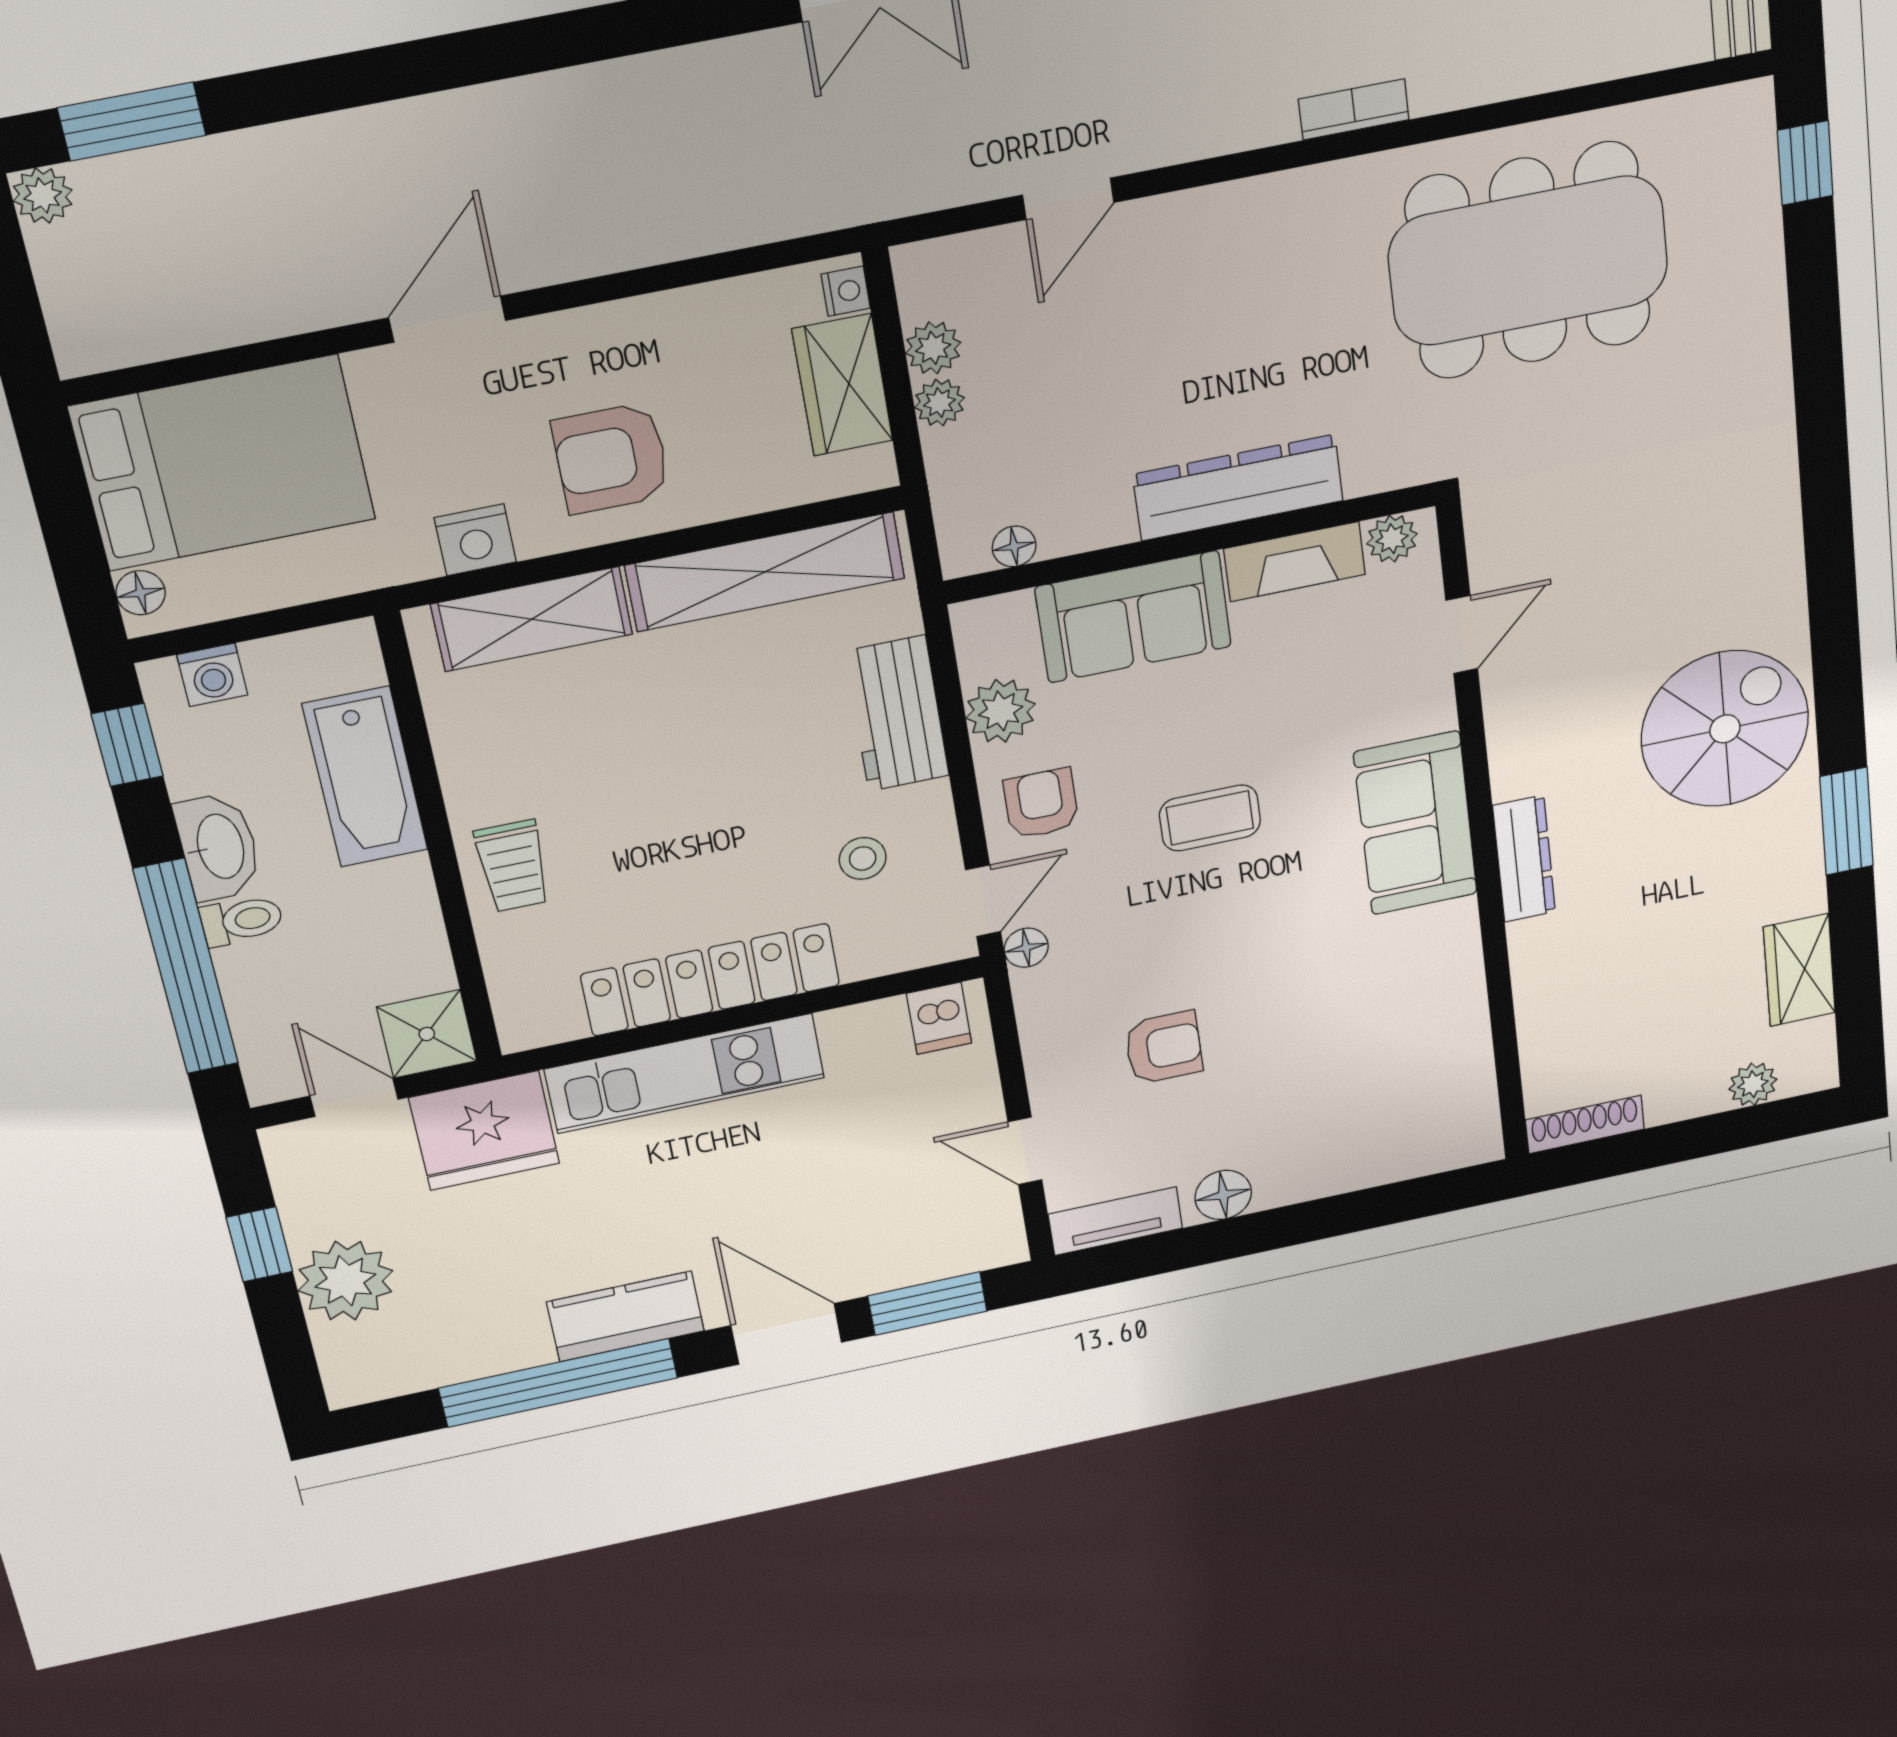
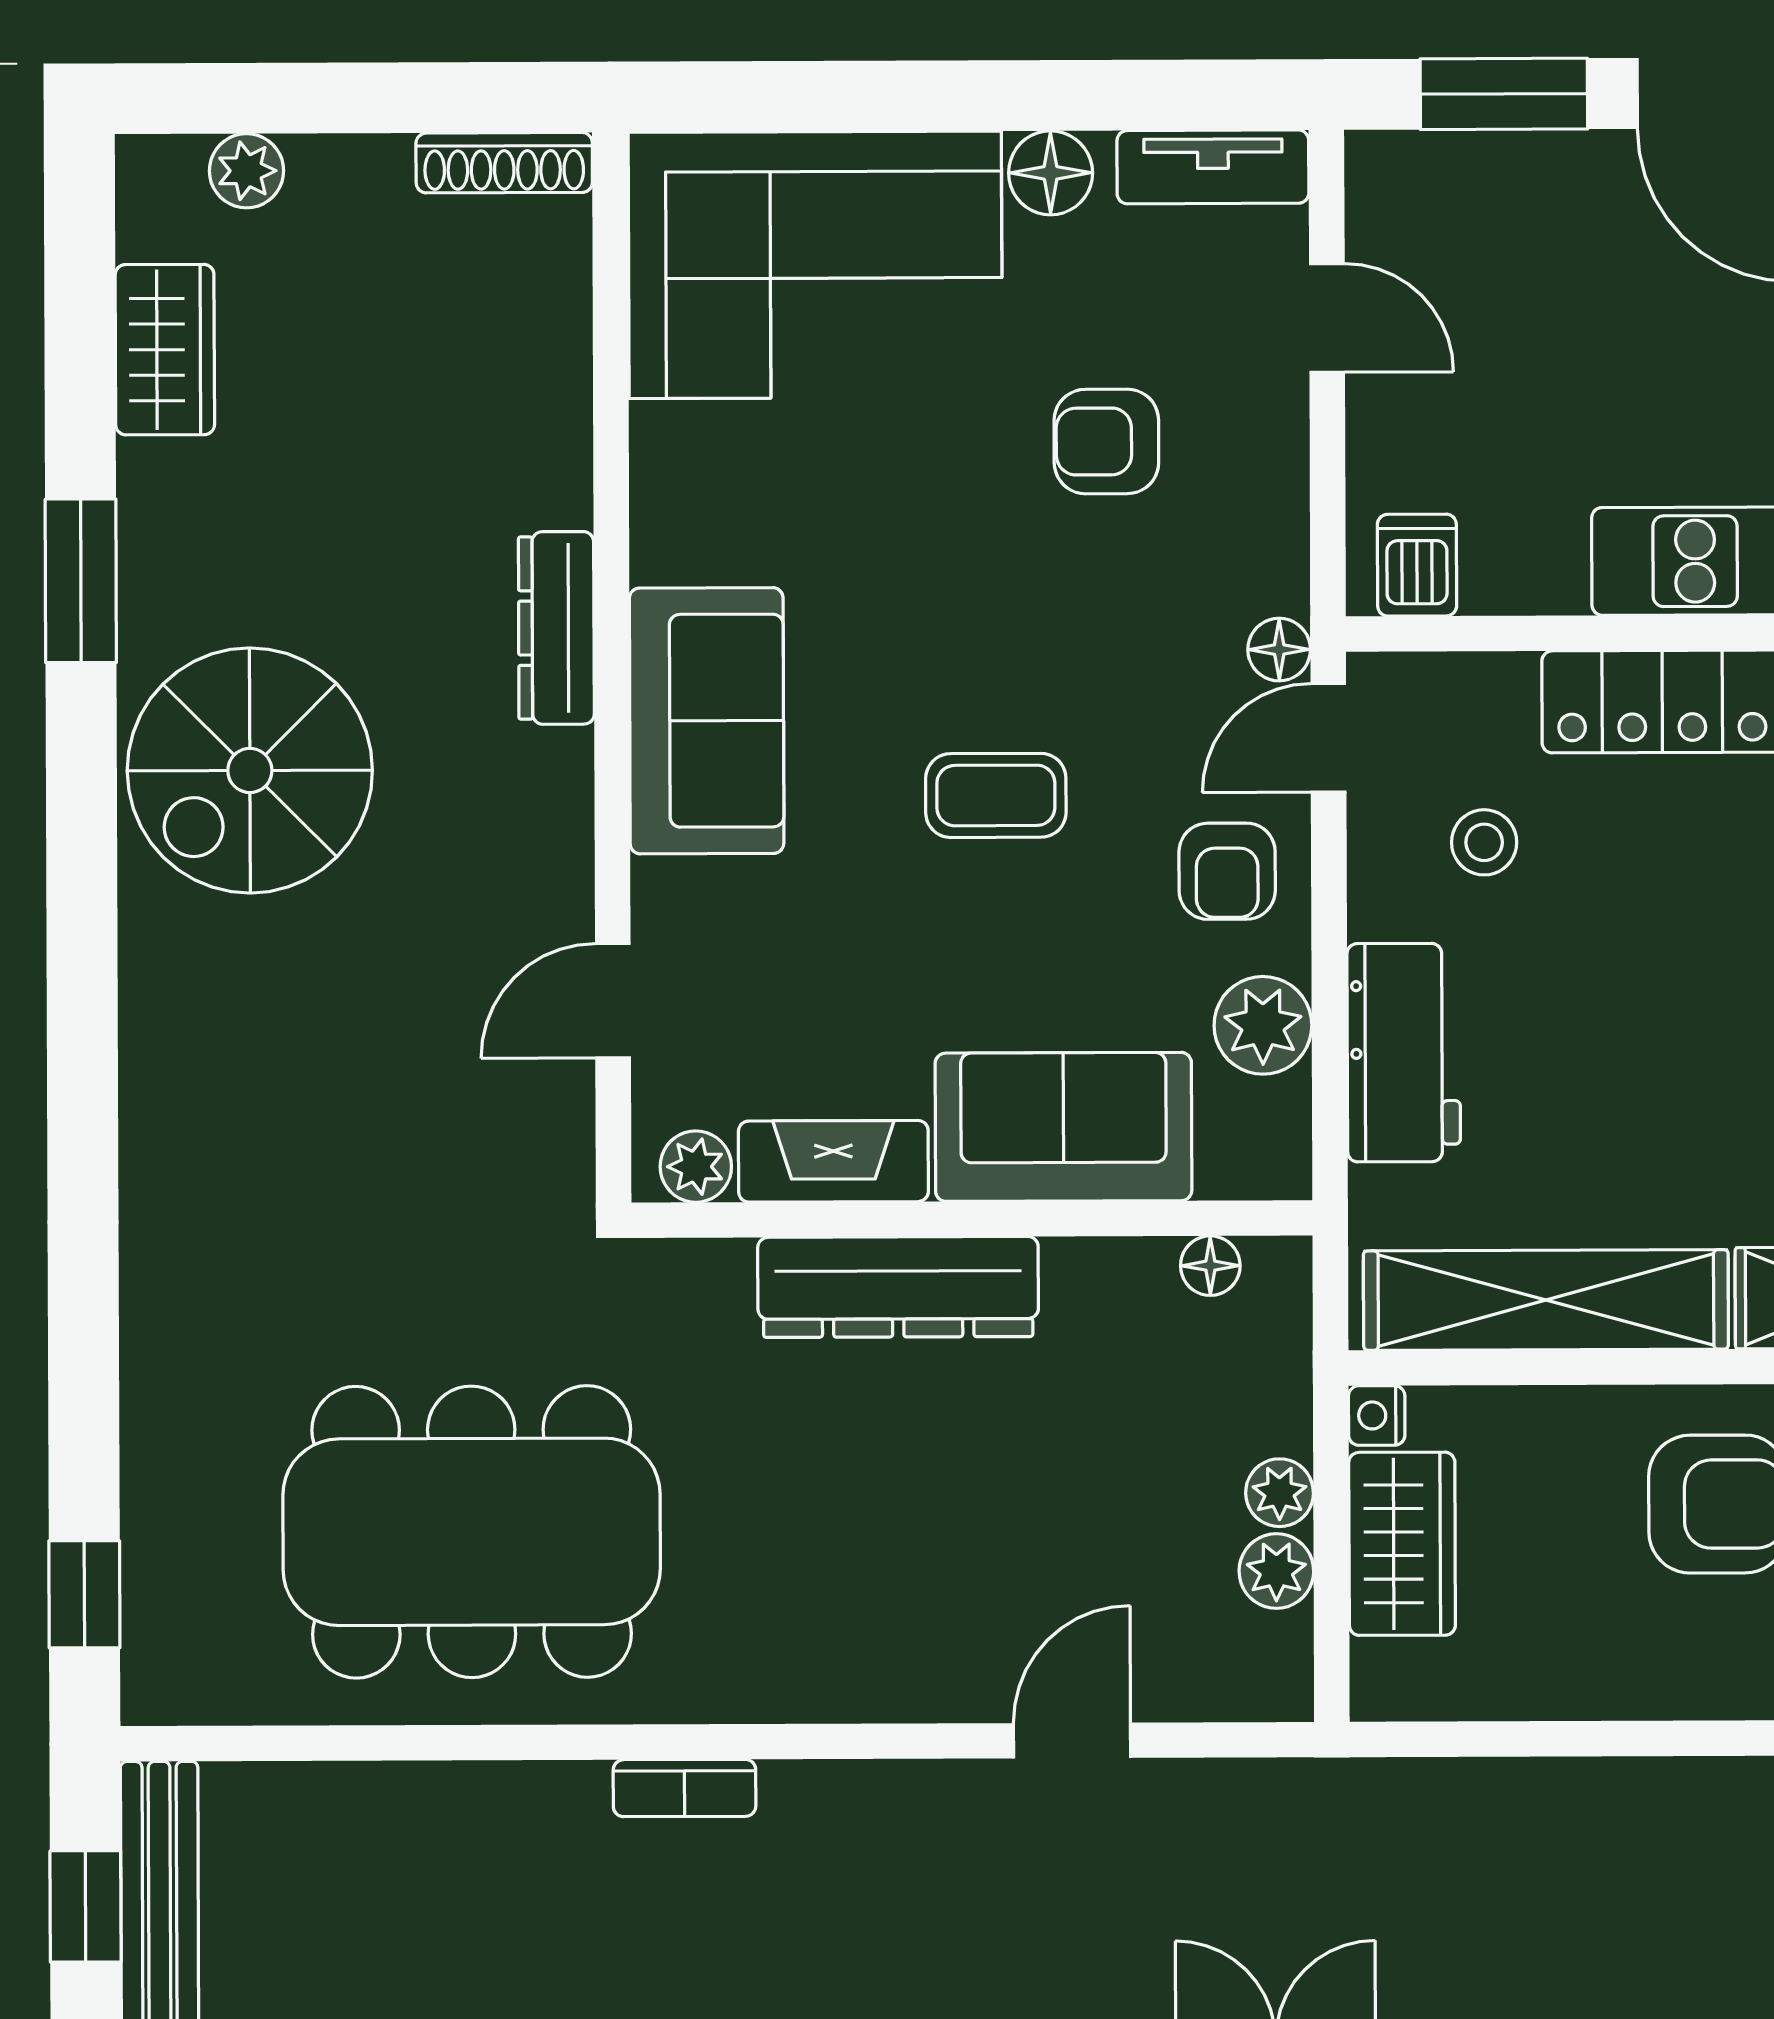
nightstand: (846, 291) -> (1377, 1415), moved
corner sofa: (1373, 1109) -> (815, 265), added

